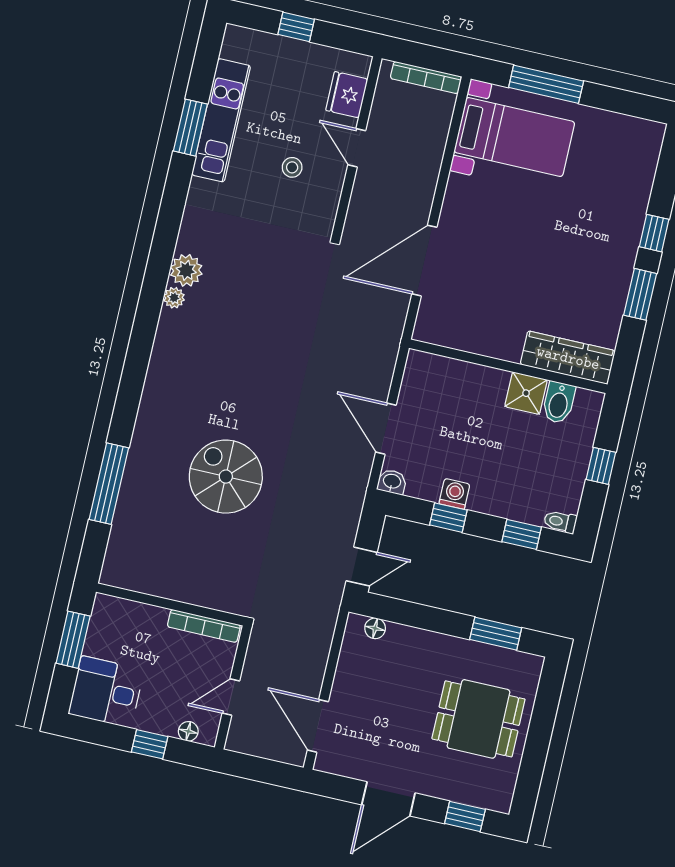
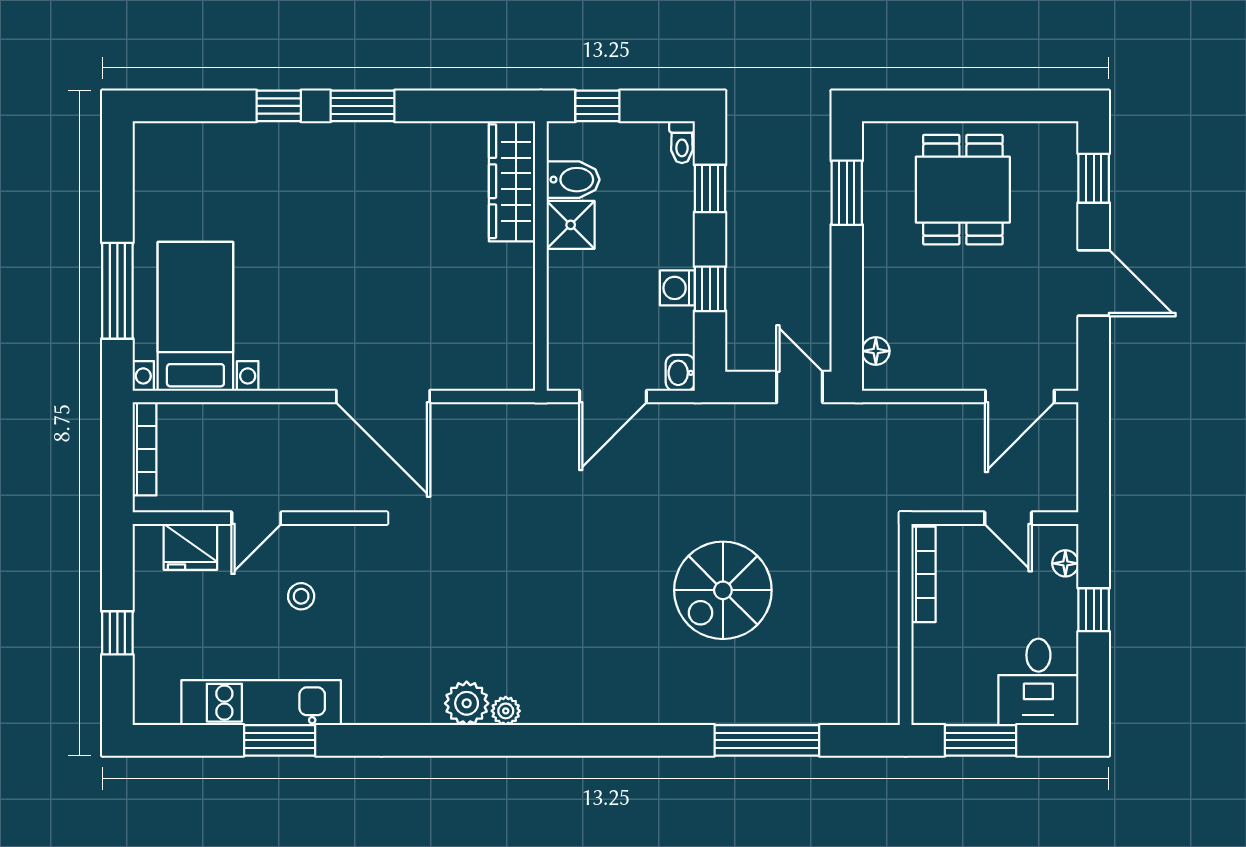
wardrobe: (568, 358) -> (512, 181), moved
wall: (508, 366) -> (541, 256), moved
shower: (526, 393) -> (571, 225), moved
bidet: (559, 403) -> (573, 180), moved

